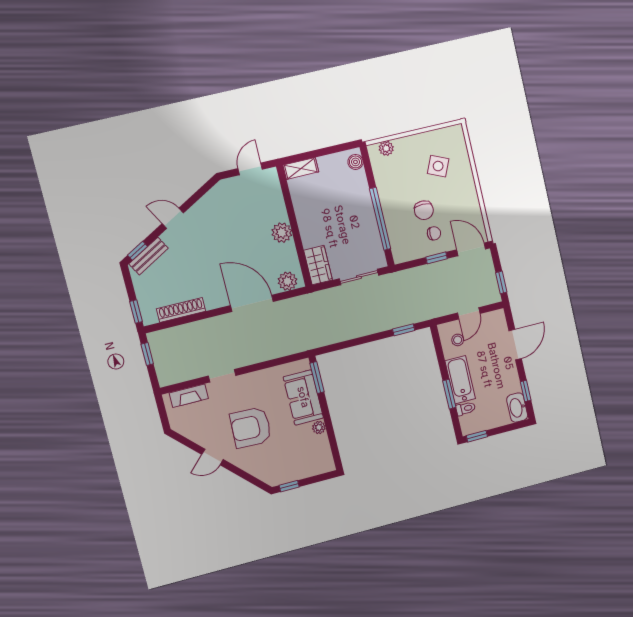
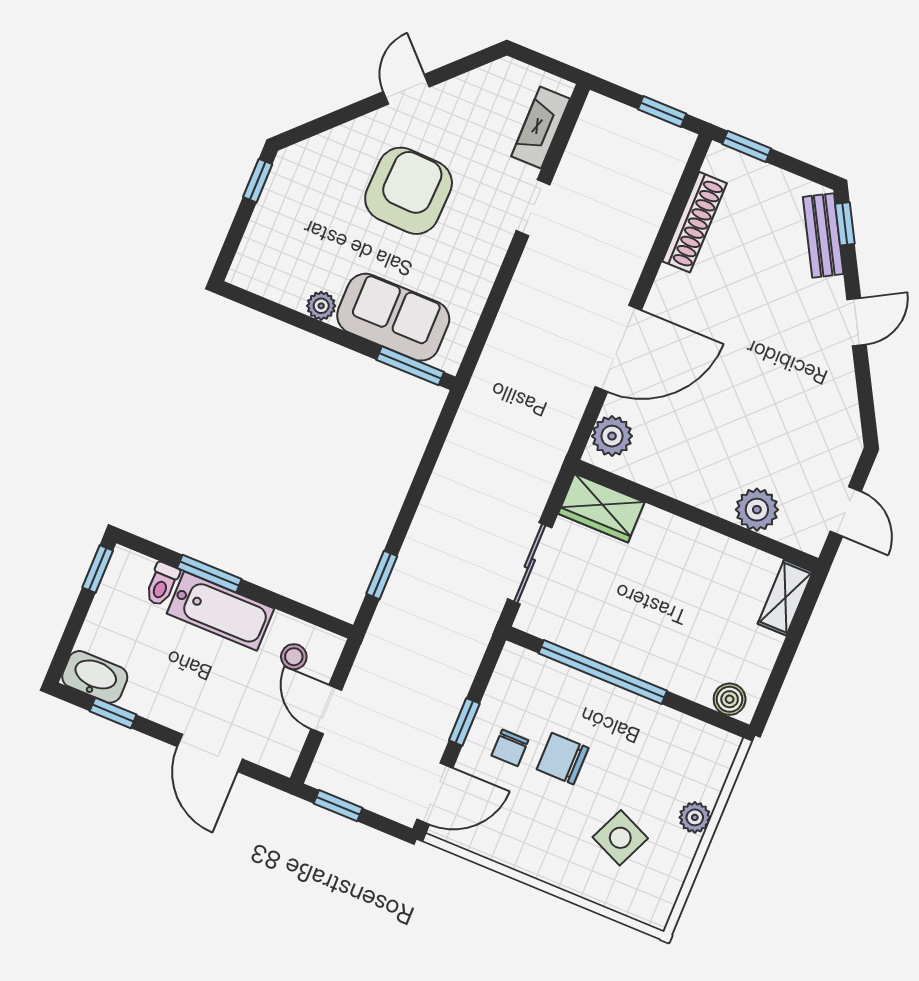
plant: (386, 148) -> (695, 817), moved
plant: (282, 233) -> (757, 510), moved

